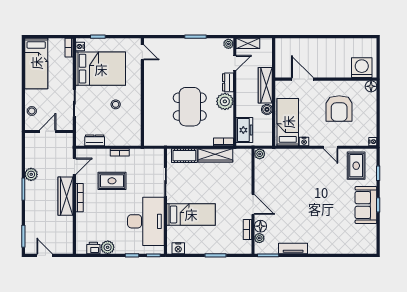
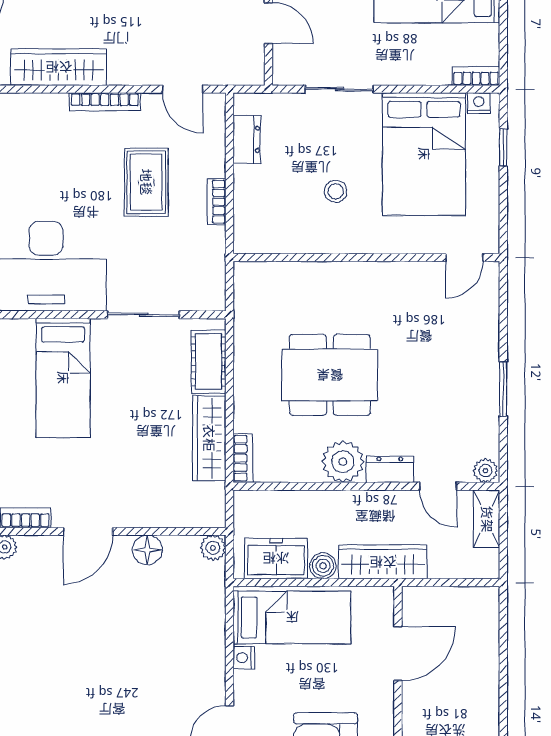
freezer: (244, 130) -> (276, 558), moved, turned 180
wardrobe: (65, 196) -> (59, 67), moved
floor lamp: (260, 226) -> (147, 550), moved

